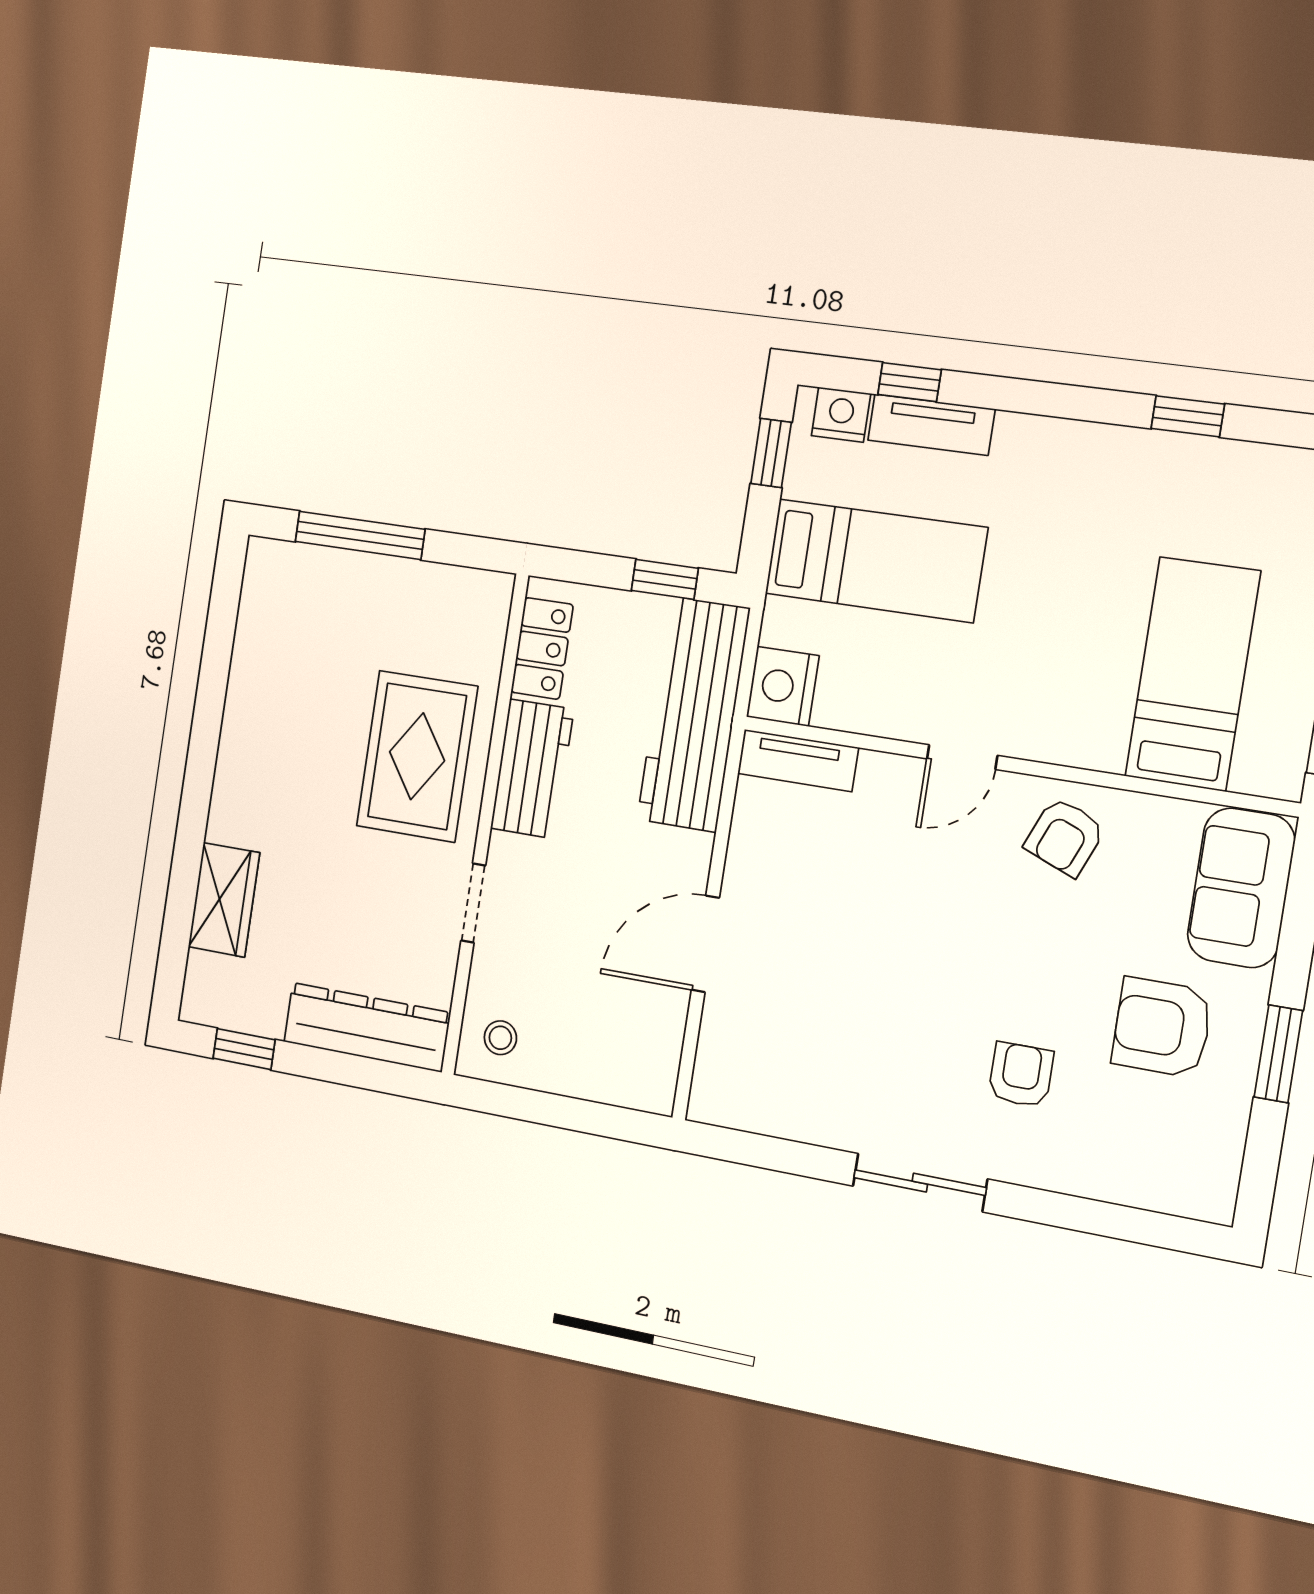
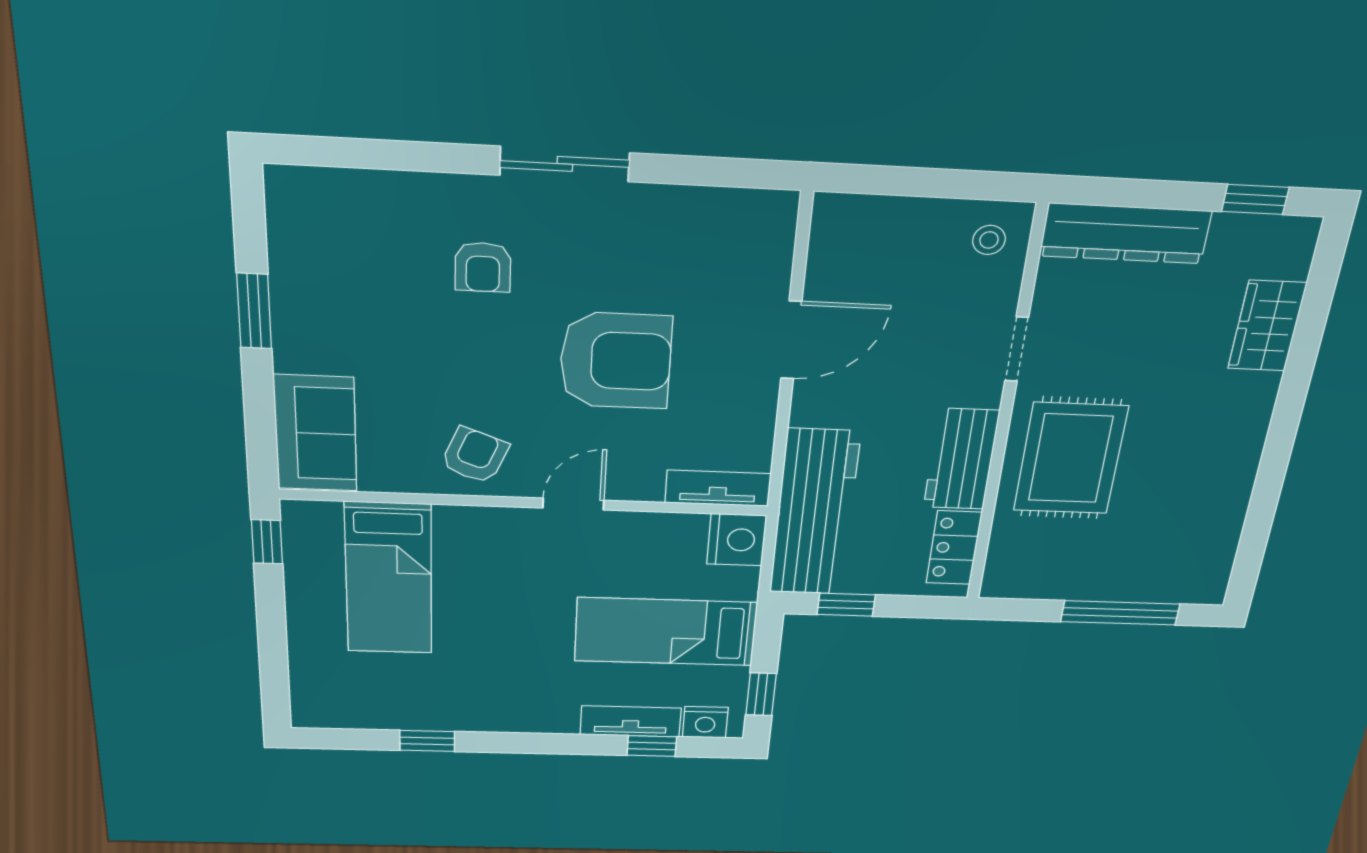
armchair: (1162, 1027) -> (616, 361), moved, width x1.36, depth x1.36

